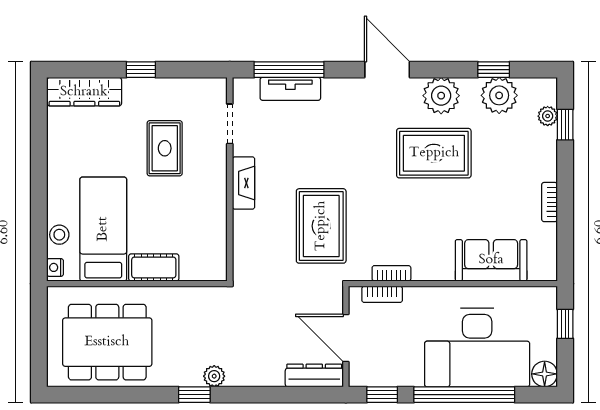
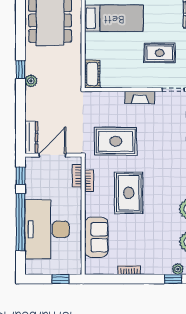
rug: (434, 153) -> (129, 193), moved
cot: (154, 267) -> (92, 74), moved
floor lamp: (545, 374) -> (32, 267), removed

